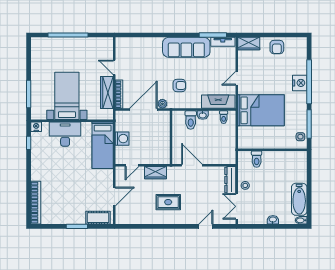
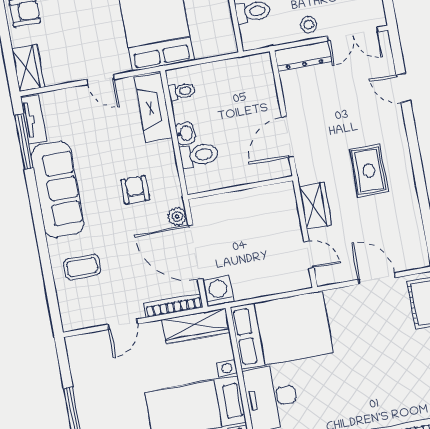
coffee table: (146, 53) -> (82, 267), added
wardrobe: (107, 92) -> (196, 326), moved
washing machine: (122, 139) -> (218, 291), moved
bed: (103, 145) -> (282, 330), width x1.50

